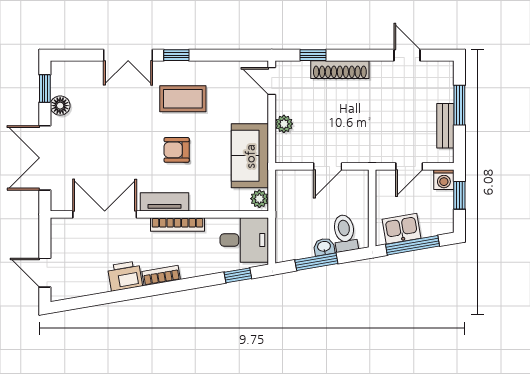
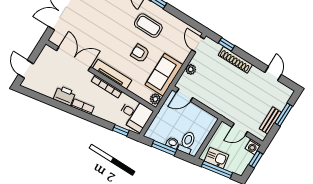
armchair: (177, 150) -> (140, 53), moved
door: (328, 166) -> (185, 95), moved
tv unit: (164, 202) -> (112, 74), width x1.41

